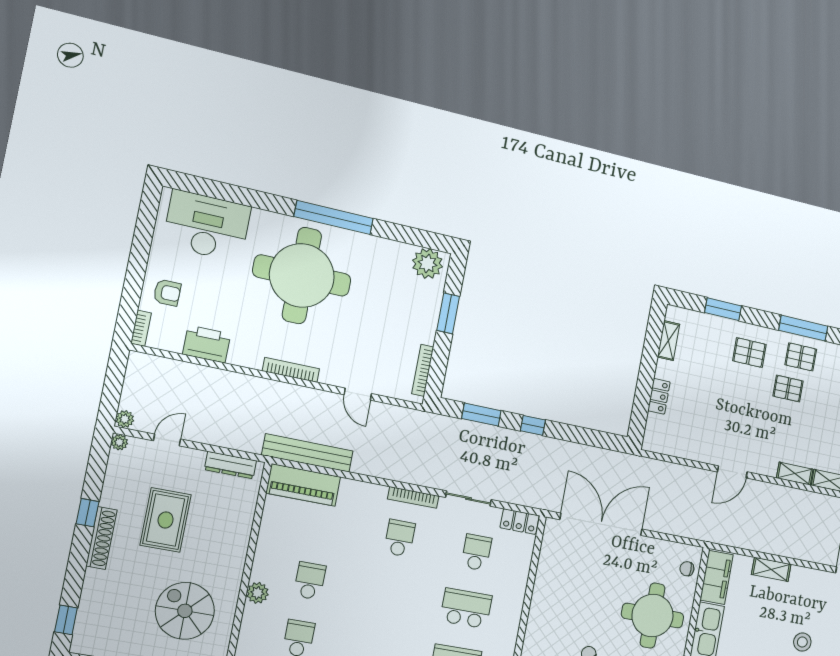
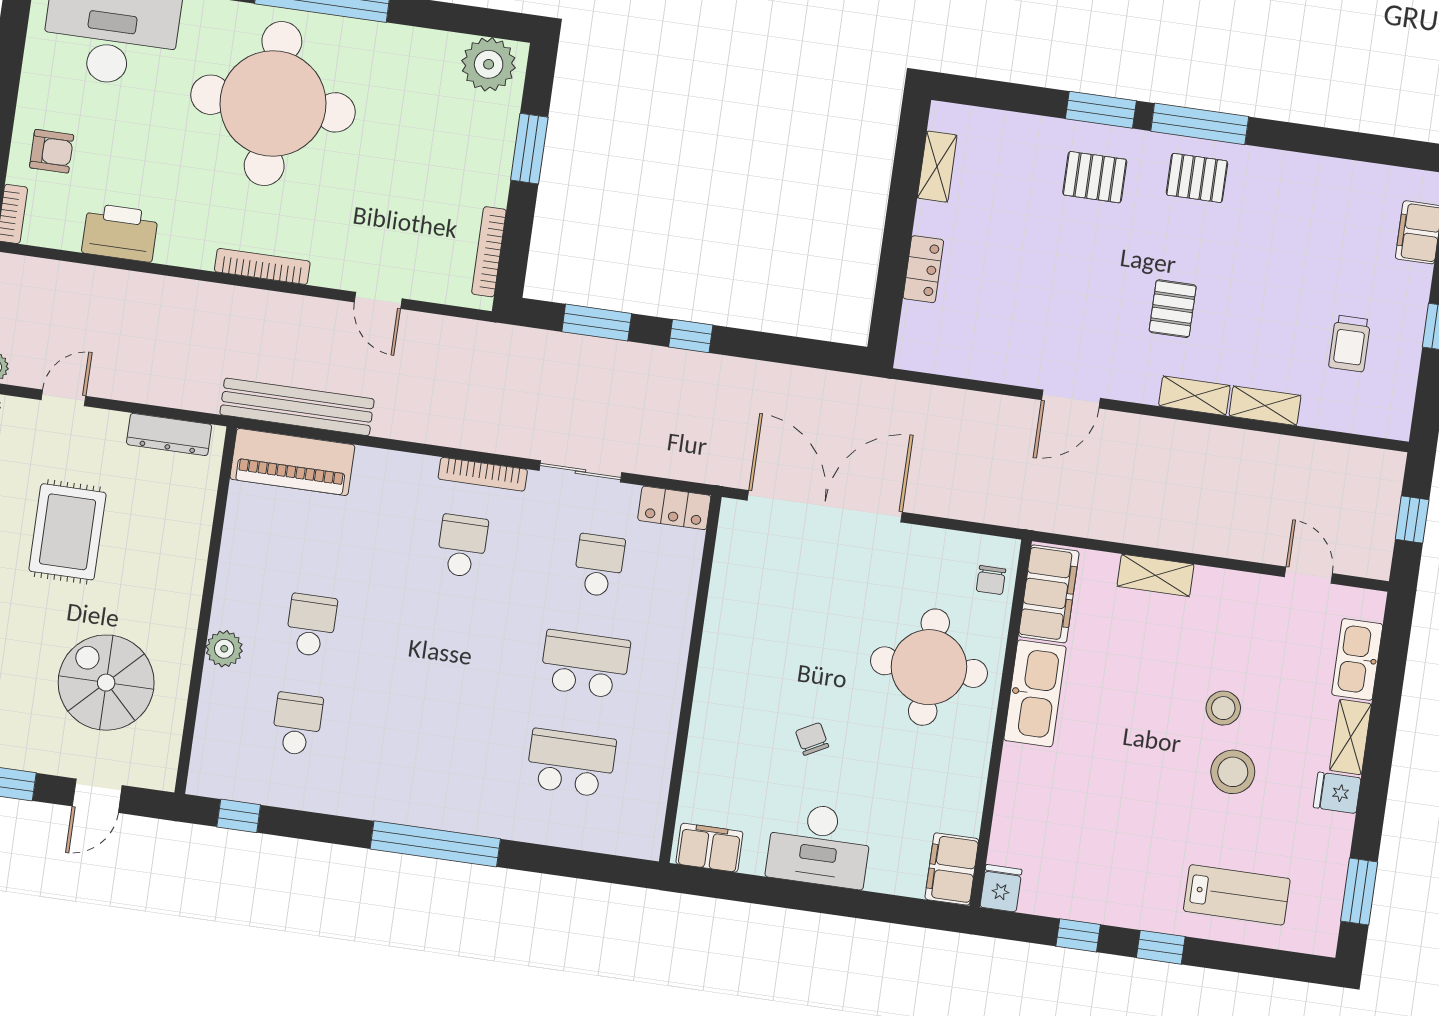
window: (723, 309) -> (1101, 110), moved
pallet: (788, 389) -> (1173, 309), moved, turned 90
chair: (687, 569) -> (991, 580), turned -90

